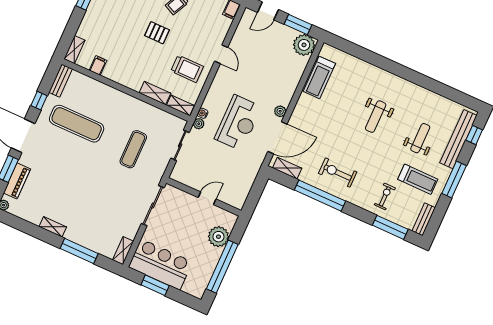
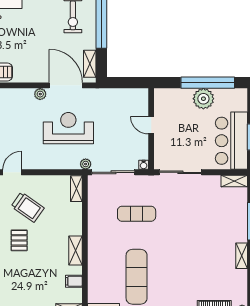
trolley: (187, 69) -> (28, 207), moved, turned 125
shelving: (155, 93) -> (76, 250), moved
water cooler: (203, 113) -> (144, 165), moved
sliding door: (180, 145) -> (113, 172), width x1.37
plant: (218, 237) -> (203, 99), moved

